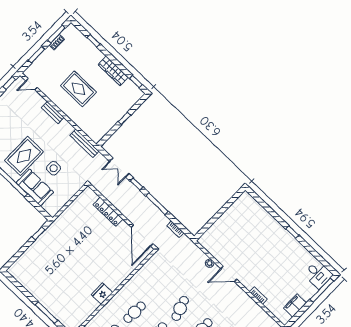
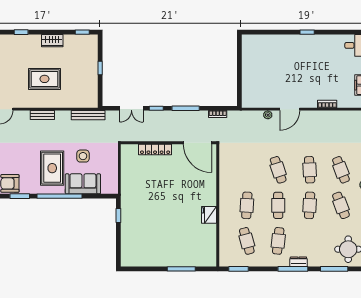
wardrobe: (113, 71) -> (52, 41), width x0.67

